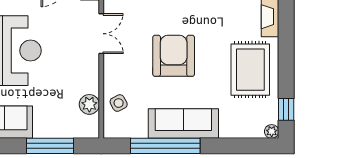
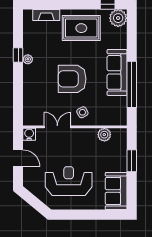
side table: (119, 103) -> (82, 112), moved
plant: (272, 131) -> (118, 18), width x1.88, depth x1.88
window: (50, 146) -> (132, 161), width x0.69

